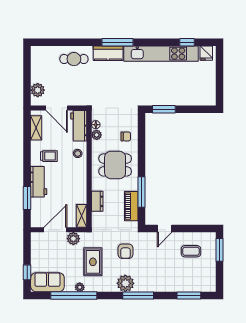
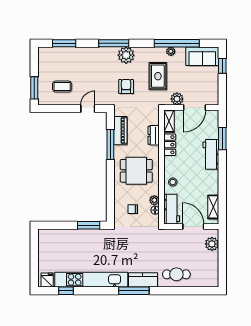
chair: (126, 136) -> (133, 209), moved
trolley: (49, 156) -> (201, 179), removed
locker: (81, 192) -> (170, 145), added

